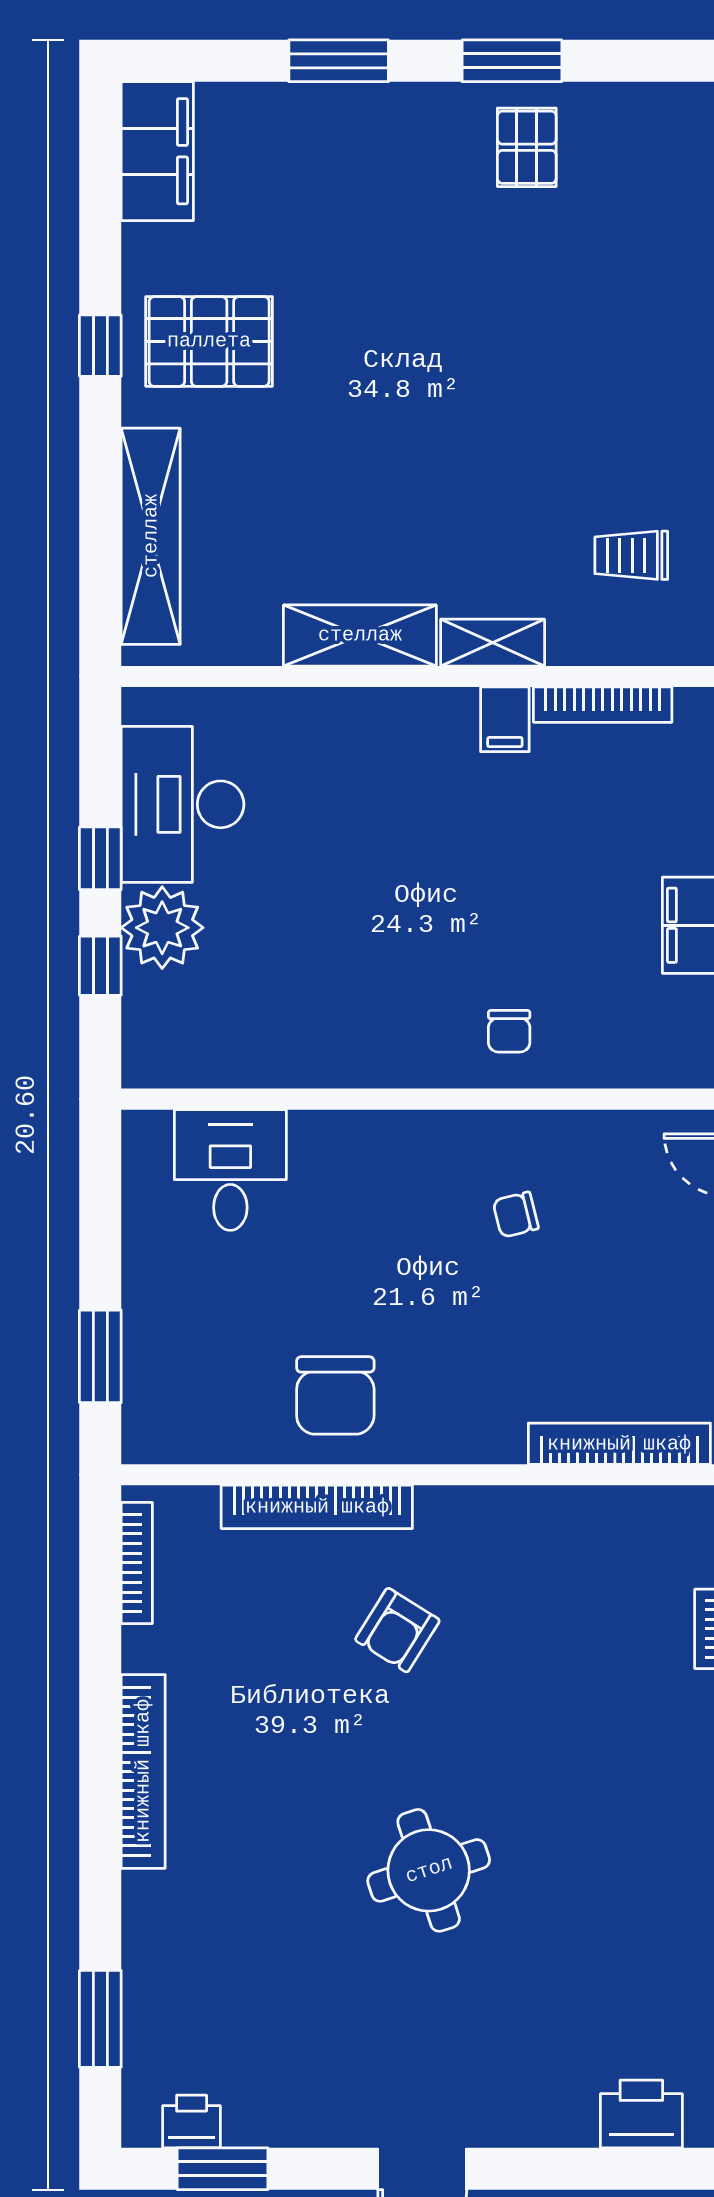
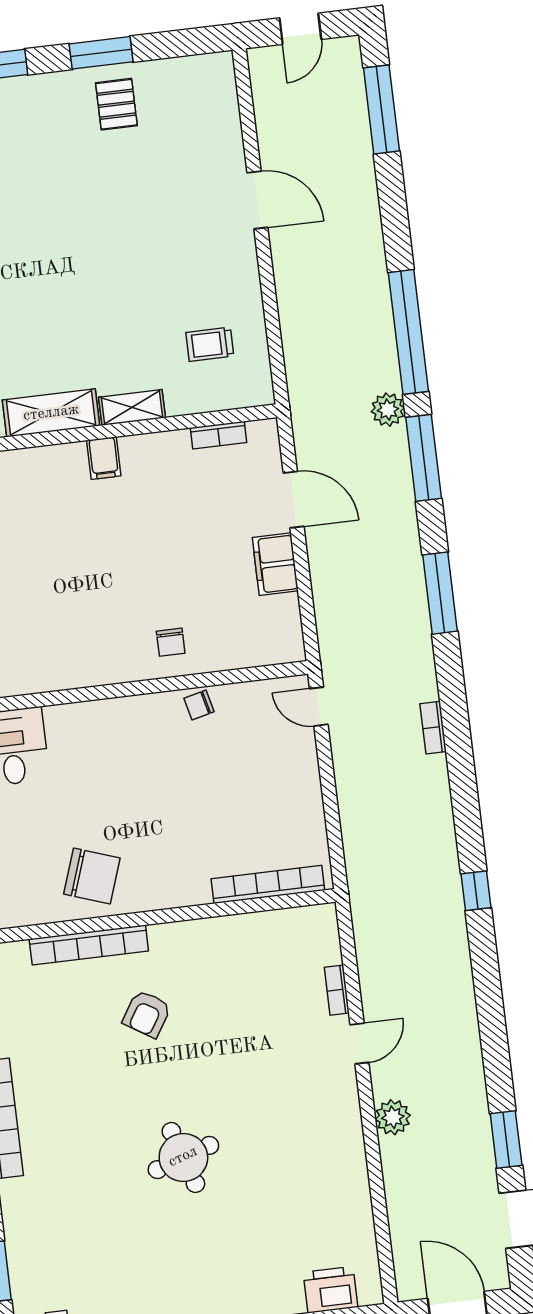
bookcase: (603, 705) -> (218, 435), width x0.64
filing cabinet: (505, 719) -> (104, 458), moved
chair: (516, 1215) -> (199, 705), moved
chair: (335, 1395) -> (92, 876), turned -71

